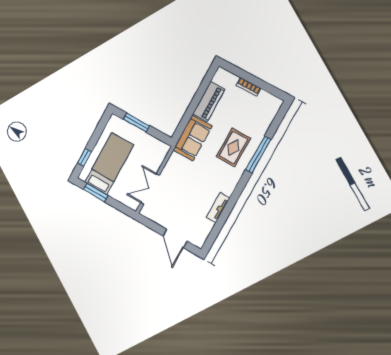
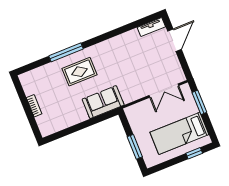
piano: (209, 102) -> (70, 119), removed
window: (96, 192) -> (199, 102), moved
tv unit: (218, 208) -> (151, 27), moved

